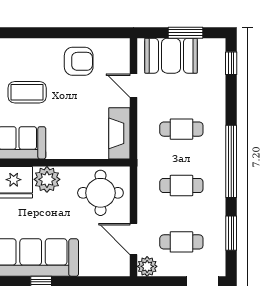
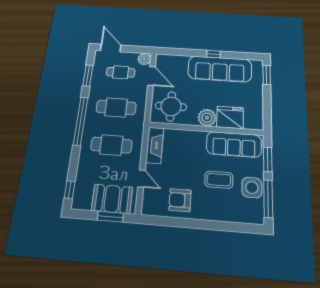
window: (186, 33) -> (110, 217), moved
cafe table: (181, 129) -> (111, 145), width x1.37, depth x1.35
cafe table: (181, 186) -> (116, 107), width x1.37, depth x1.35

